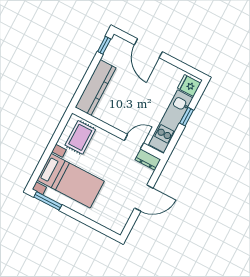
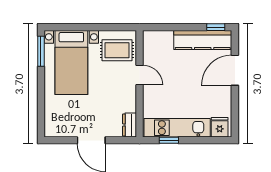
kitchen counter: (96, 88) -> (203, 40), moved
window: (187, 117) -> (169, 140), moved
door: (134, 142) -> (140, 75), moved

